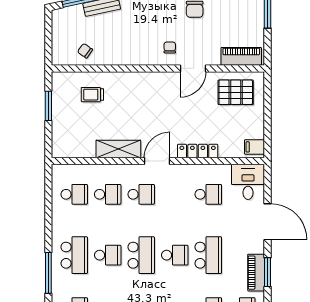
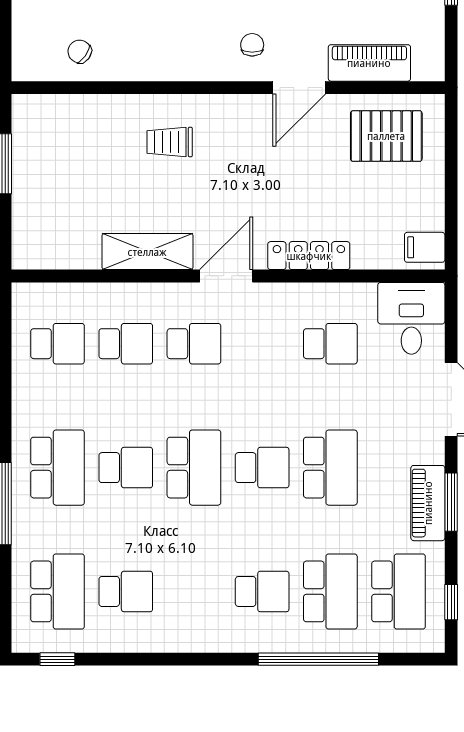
piano: (241, 56) -> (369, 63), moved
trolley: (92, 95) -> (170, 142), moved

